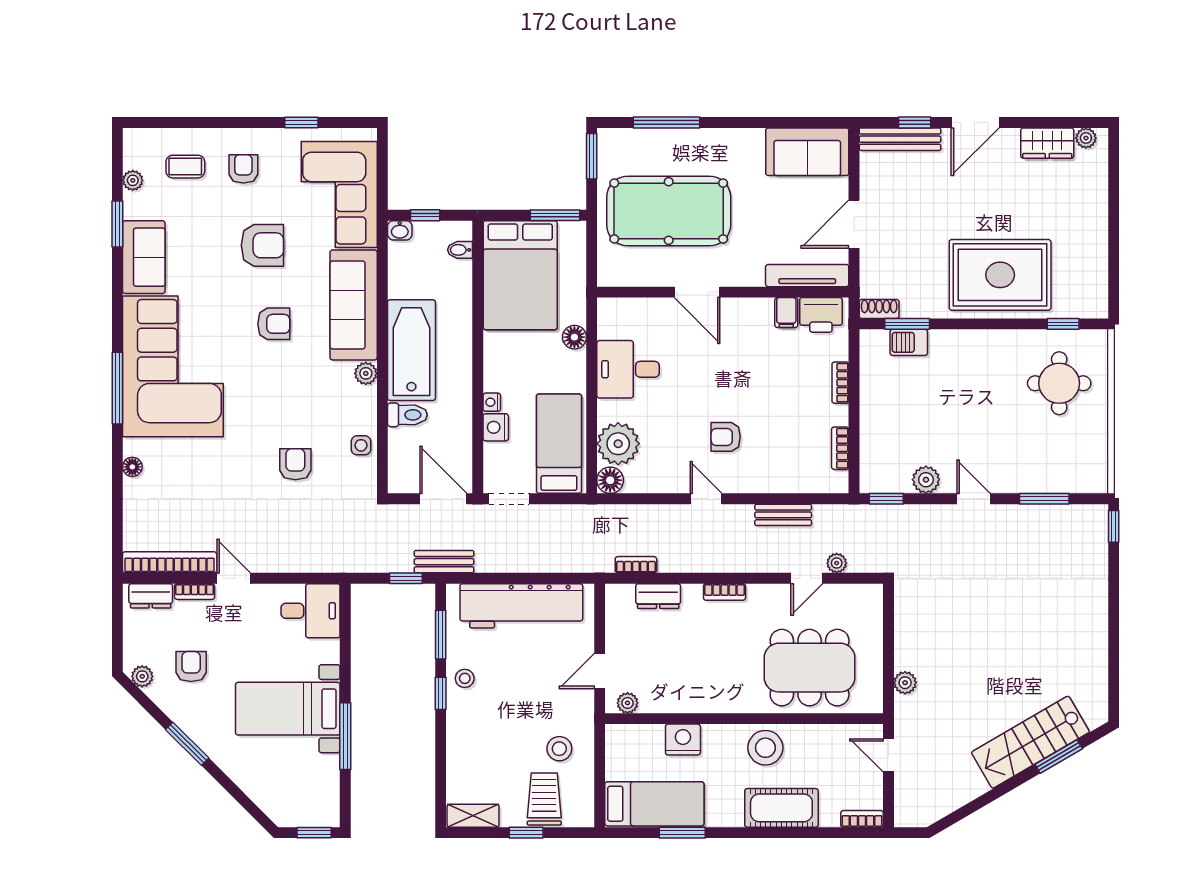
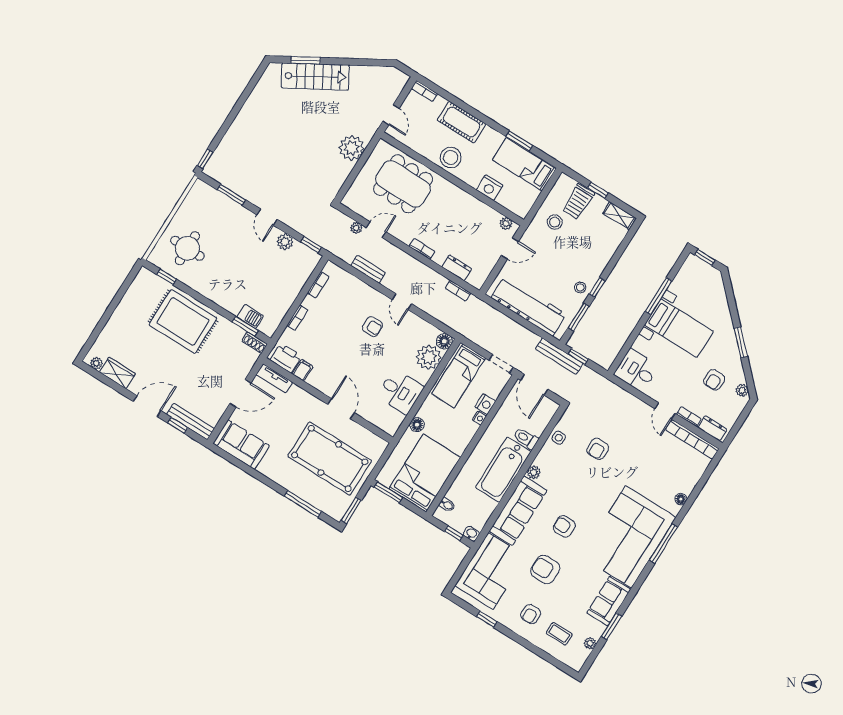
tv unit: (807, 276) -> (274, 378), width x0.71
bench: (444, 562) -> (559, 356), width x1.36
plant: (905, 683) -> (352, 148), width x1.88, depth x1.88

